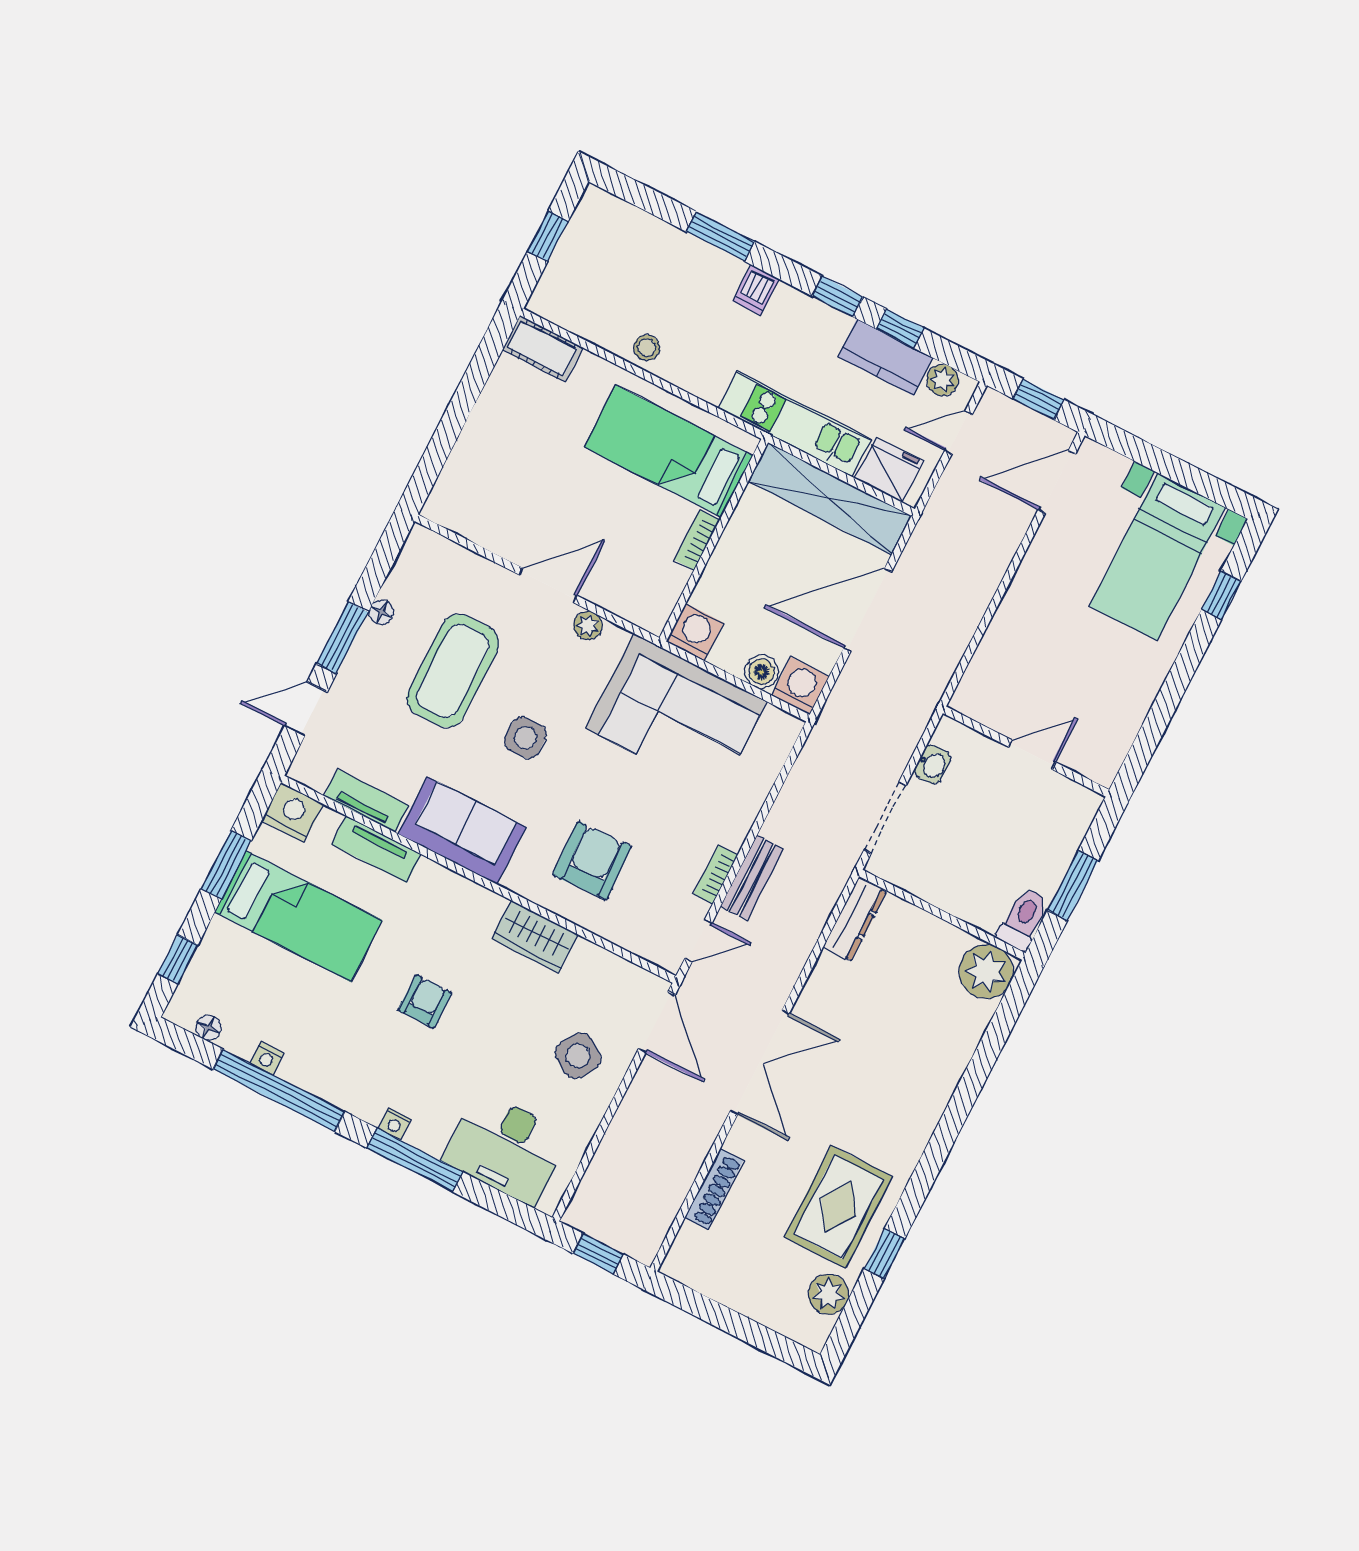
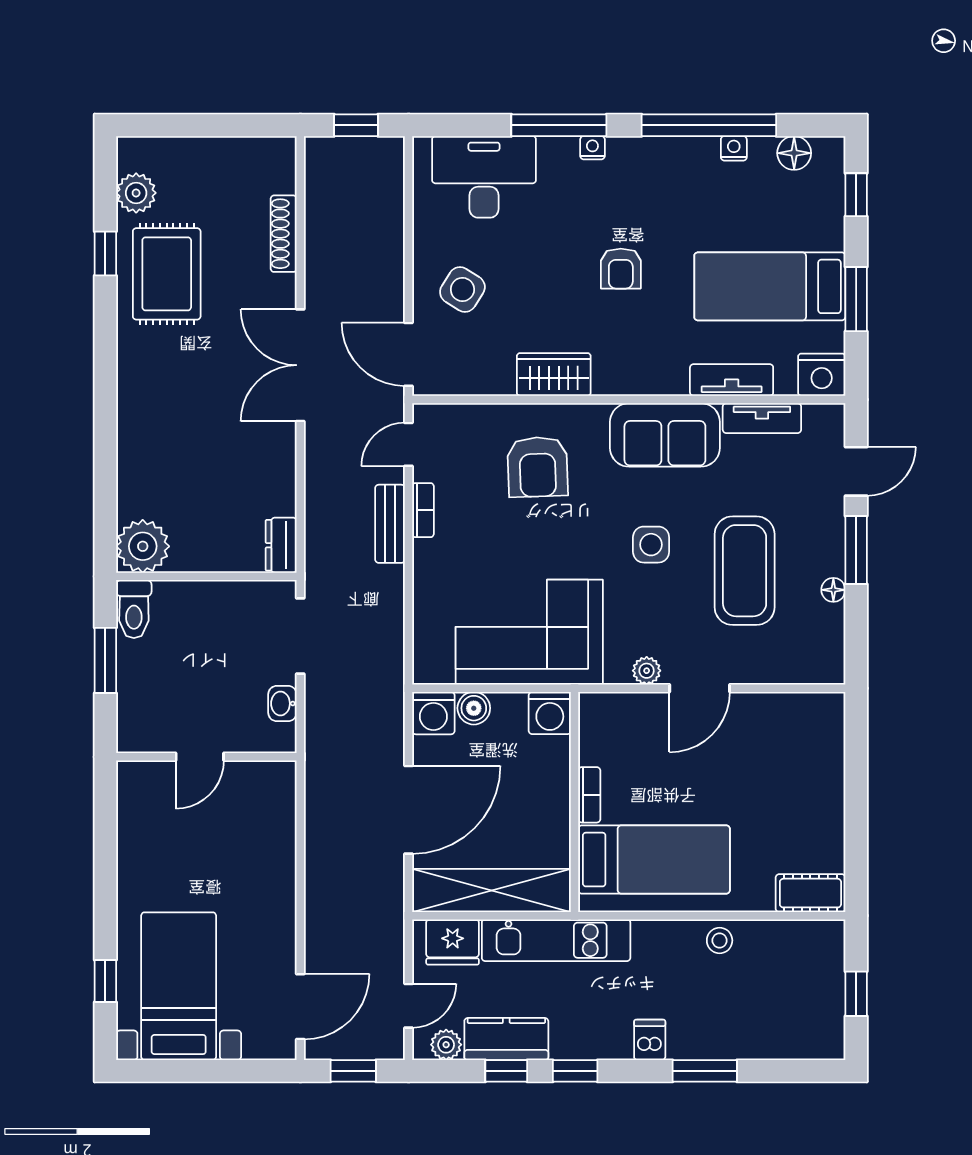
dresser: (855, 919) -> (281, 545), width x0.70
floor lamp: (208, 1028) -> (794, 153), width x1.37, depth x1.37

